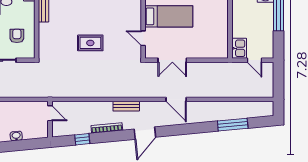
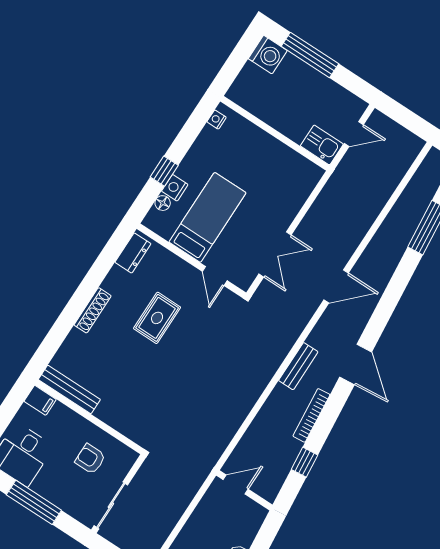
door: (143, 38) -> (215, 276), hinge flipped
rug: (90, 43) -> (157, 318), moved

